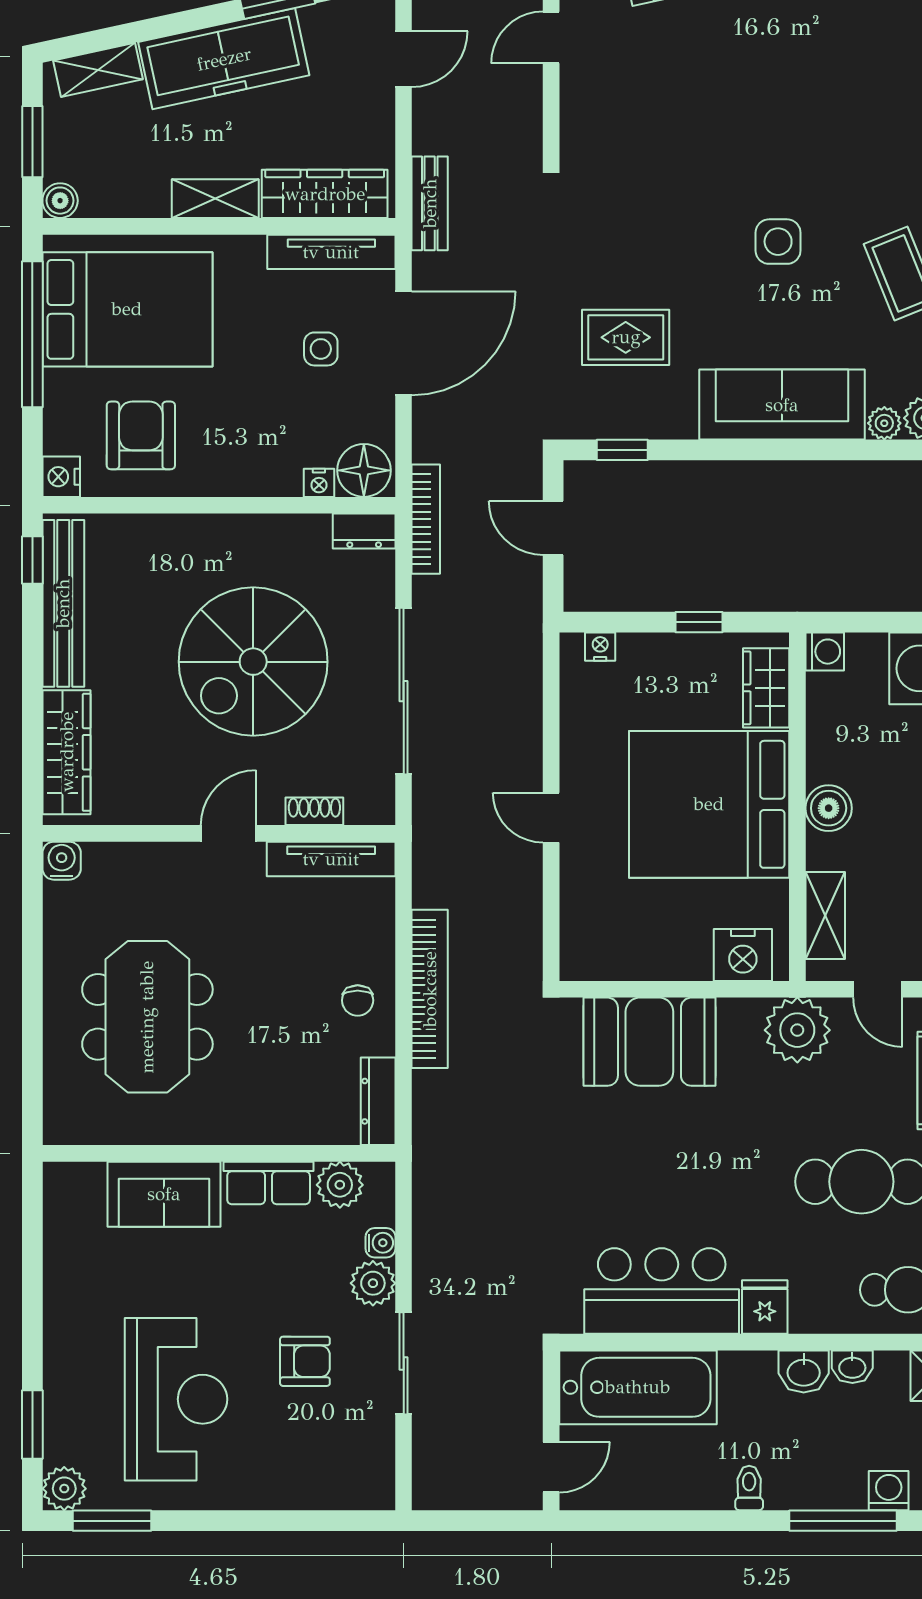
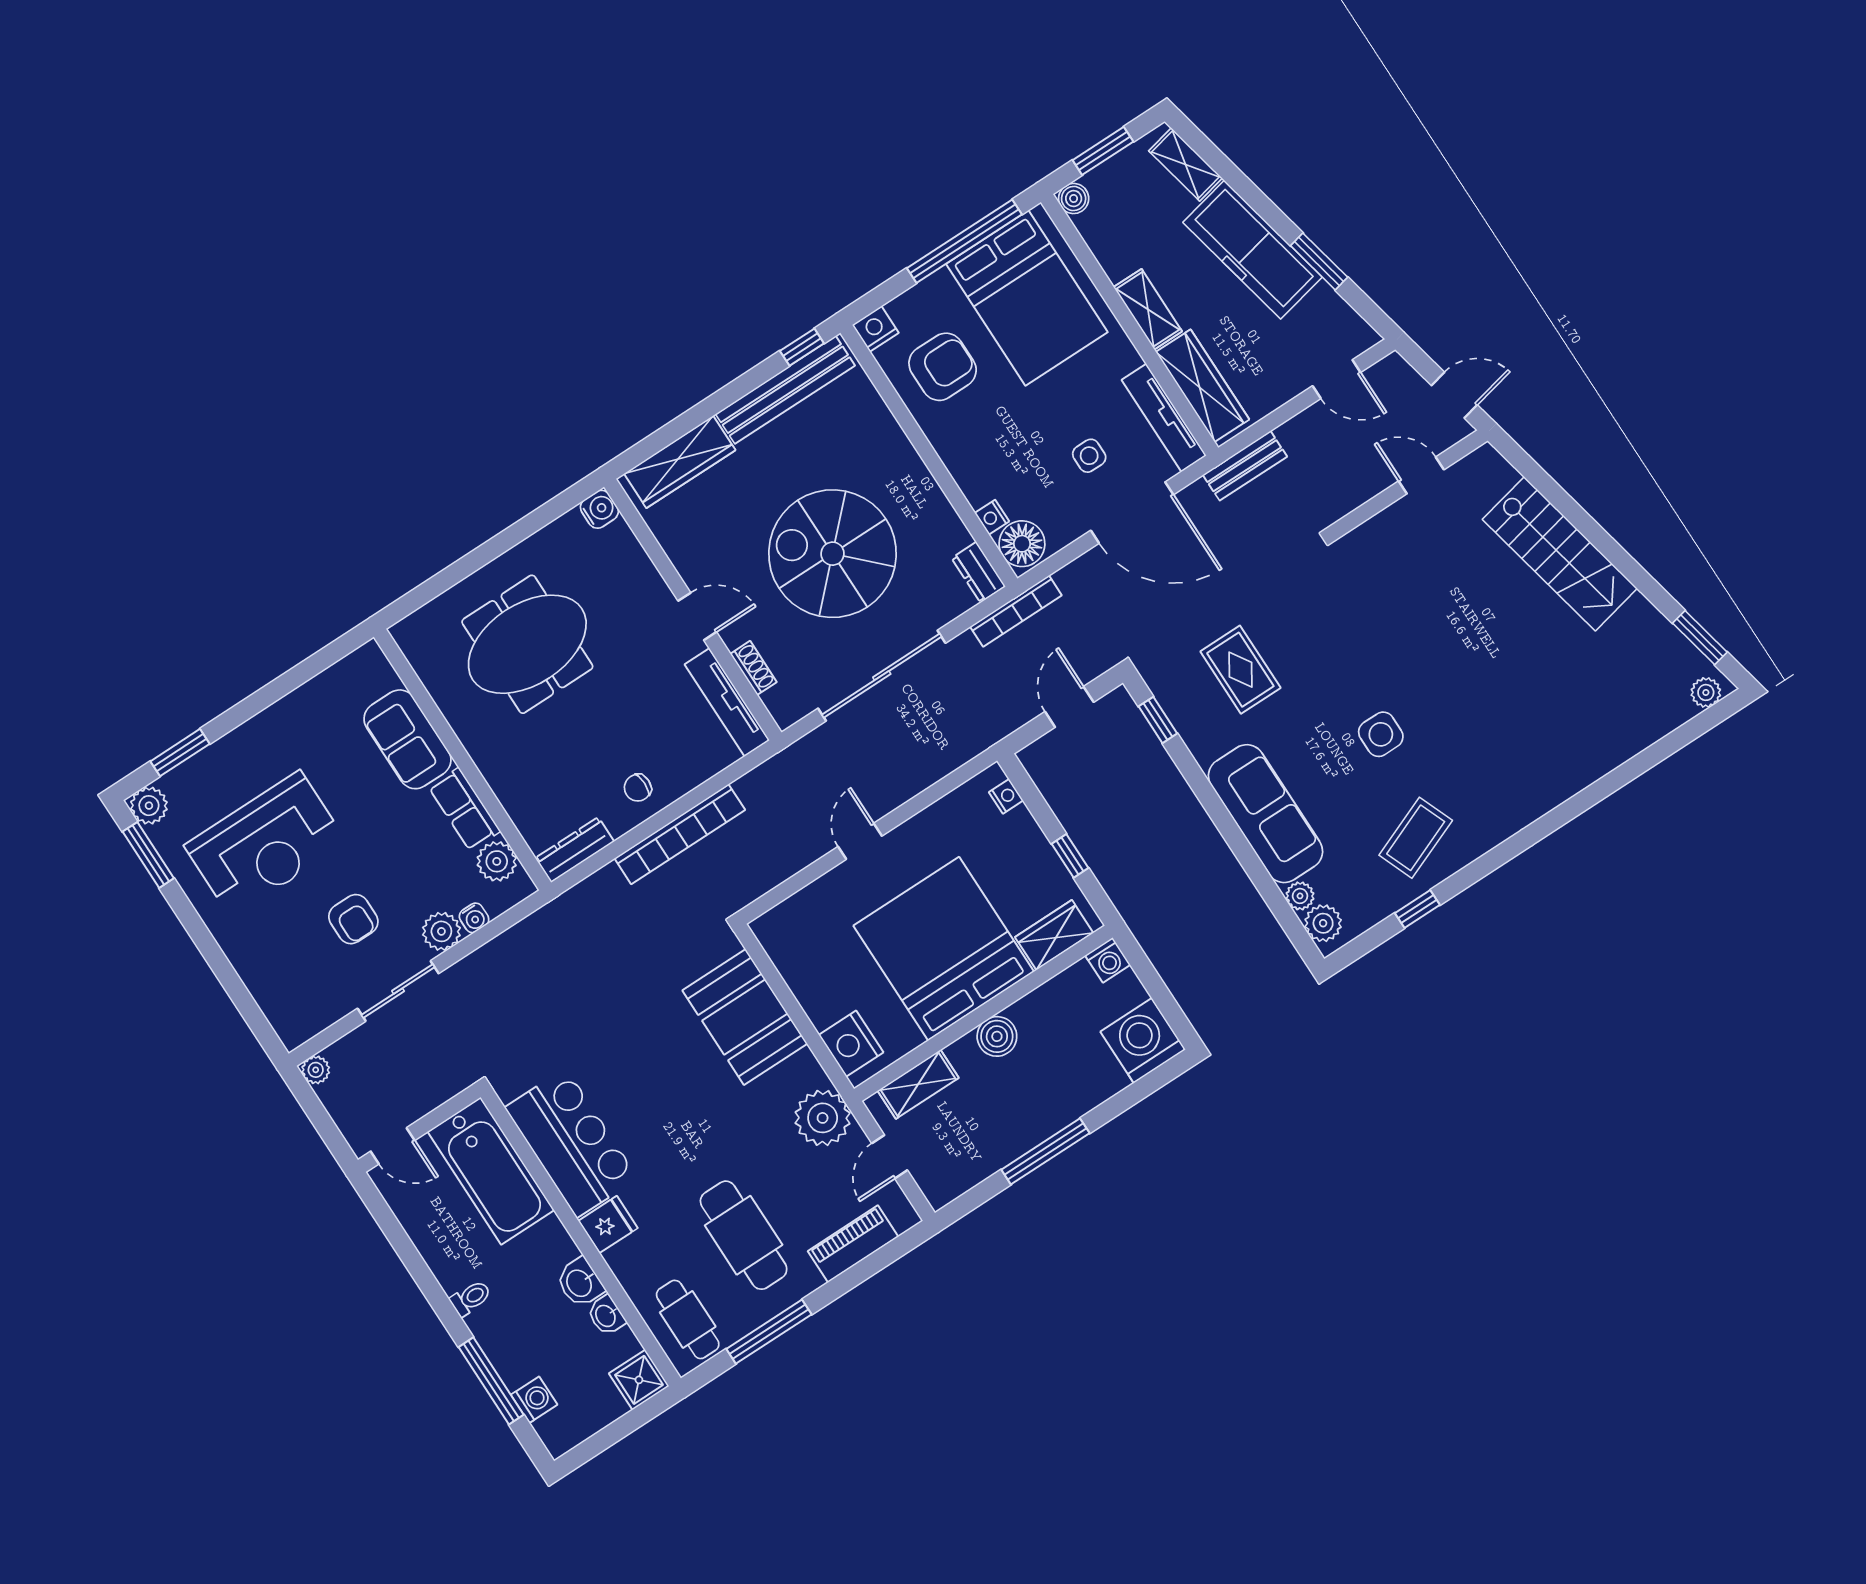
plant: (428, 1494) -> (316, 1070), added

